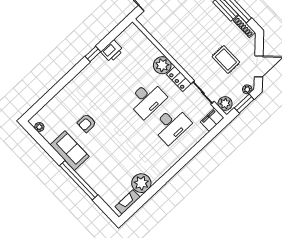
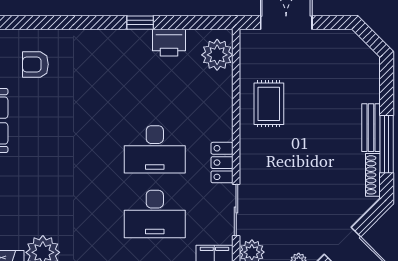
rug: (226, 59) -> (269, 104), moved
plant: (162, 65) -> (217, 55), moved
armchair: (87, 123) -> (35, 64), moved

